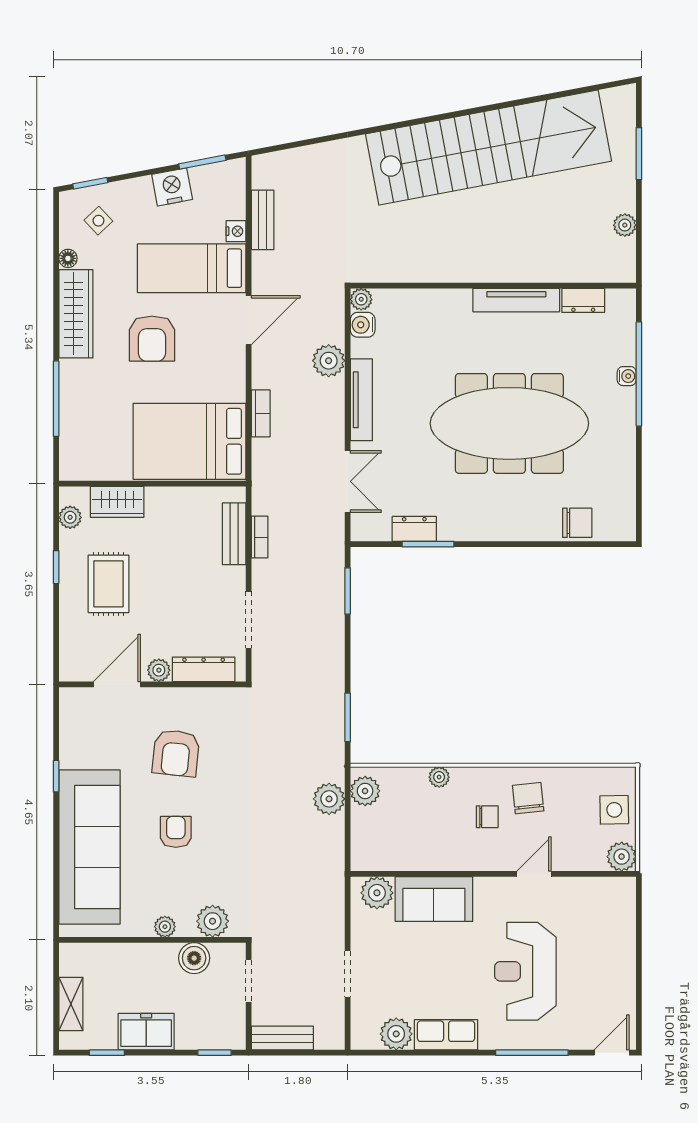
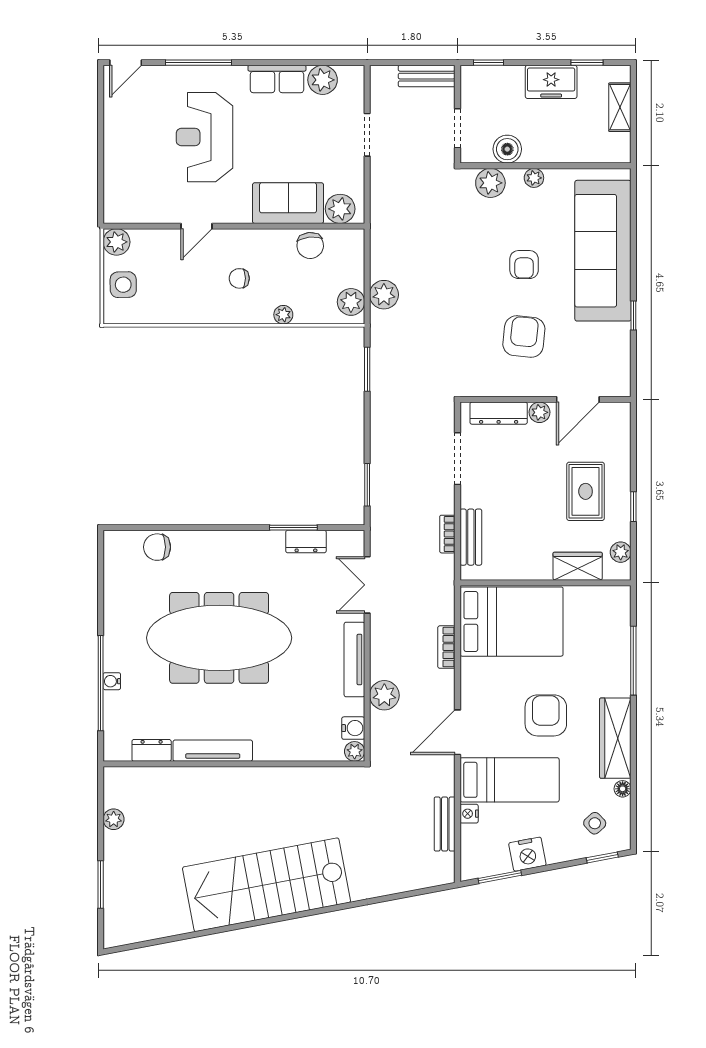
stairs: (488, 148) -> (267, 885), width x0.73
chair: (528, 798) -> (310, 245), moved
reception desk: (525, 971) -> (204, 137), turned 180

